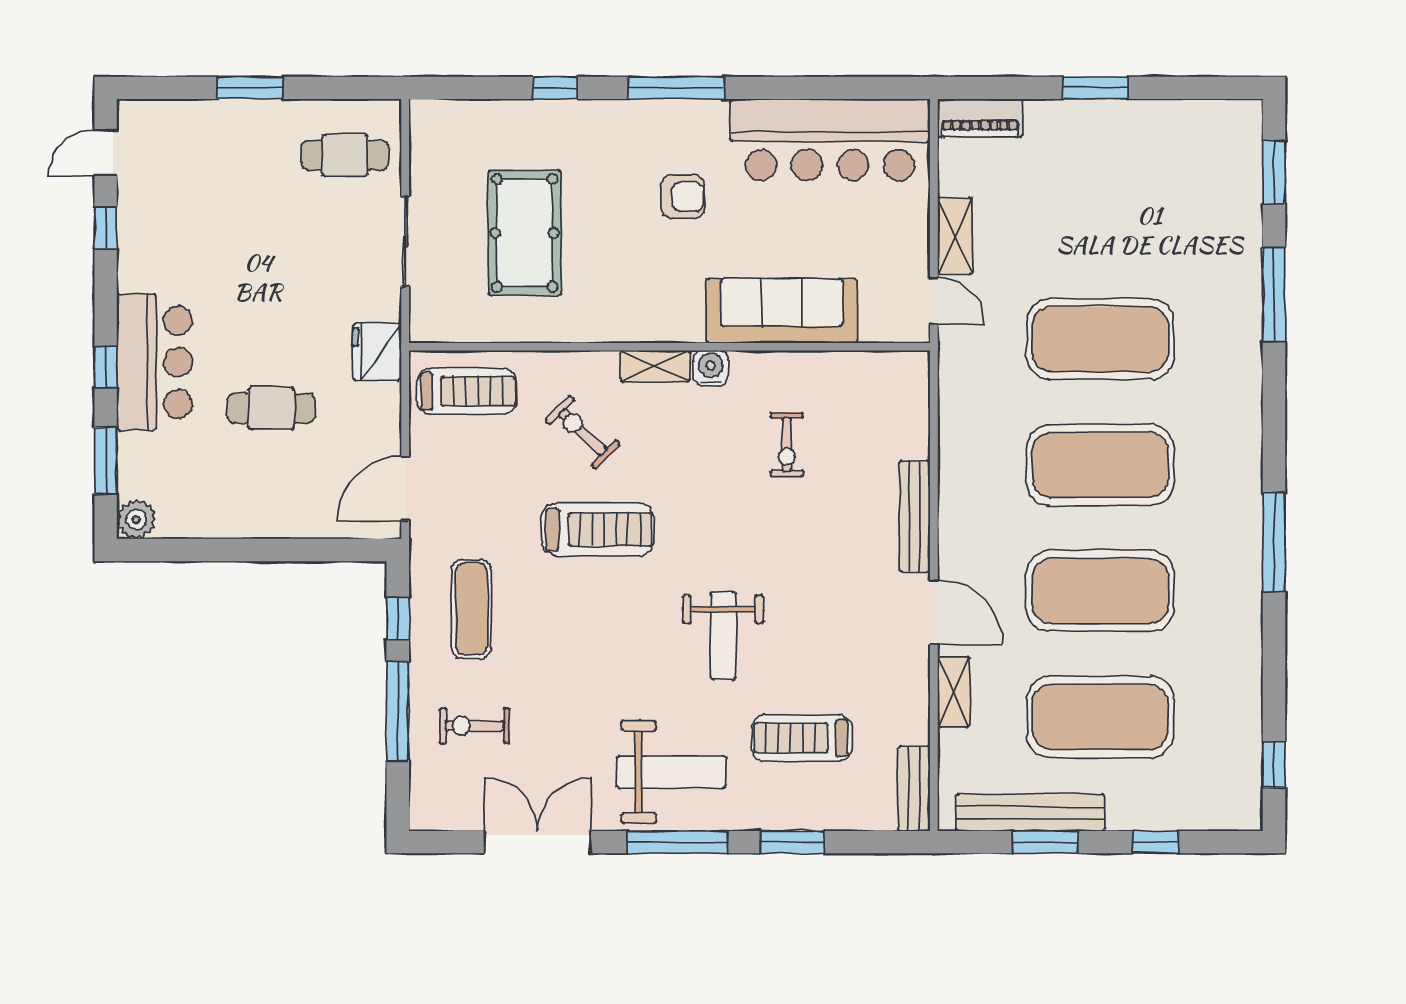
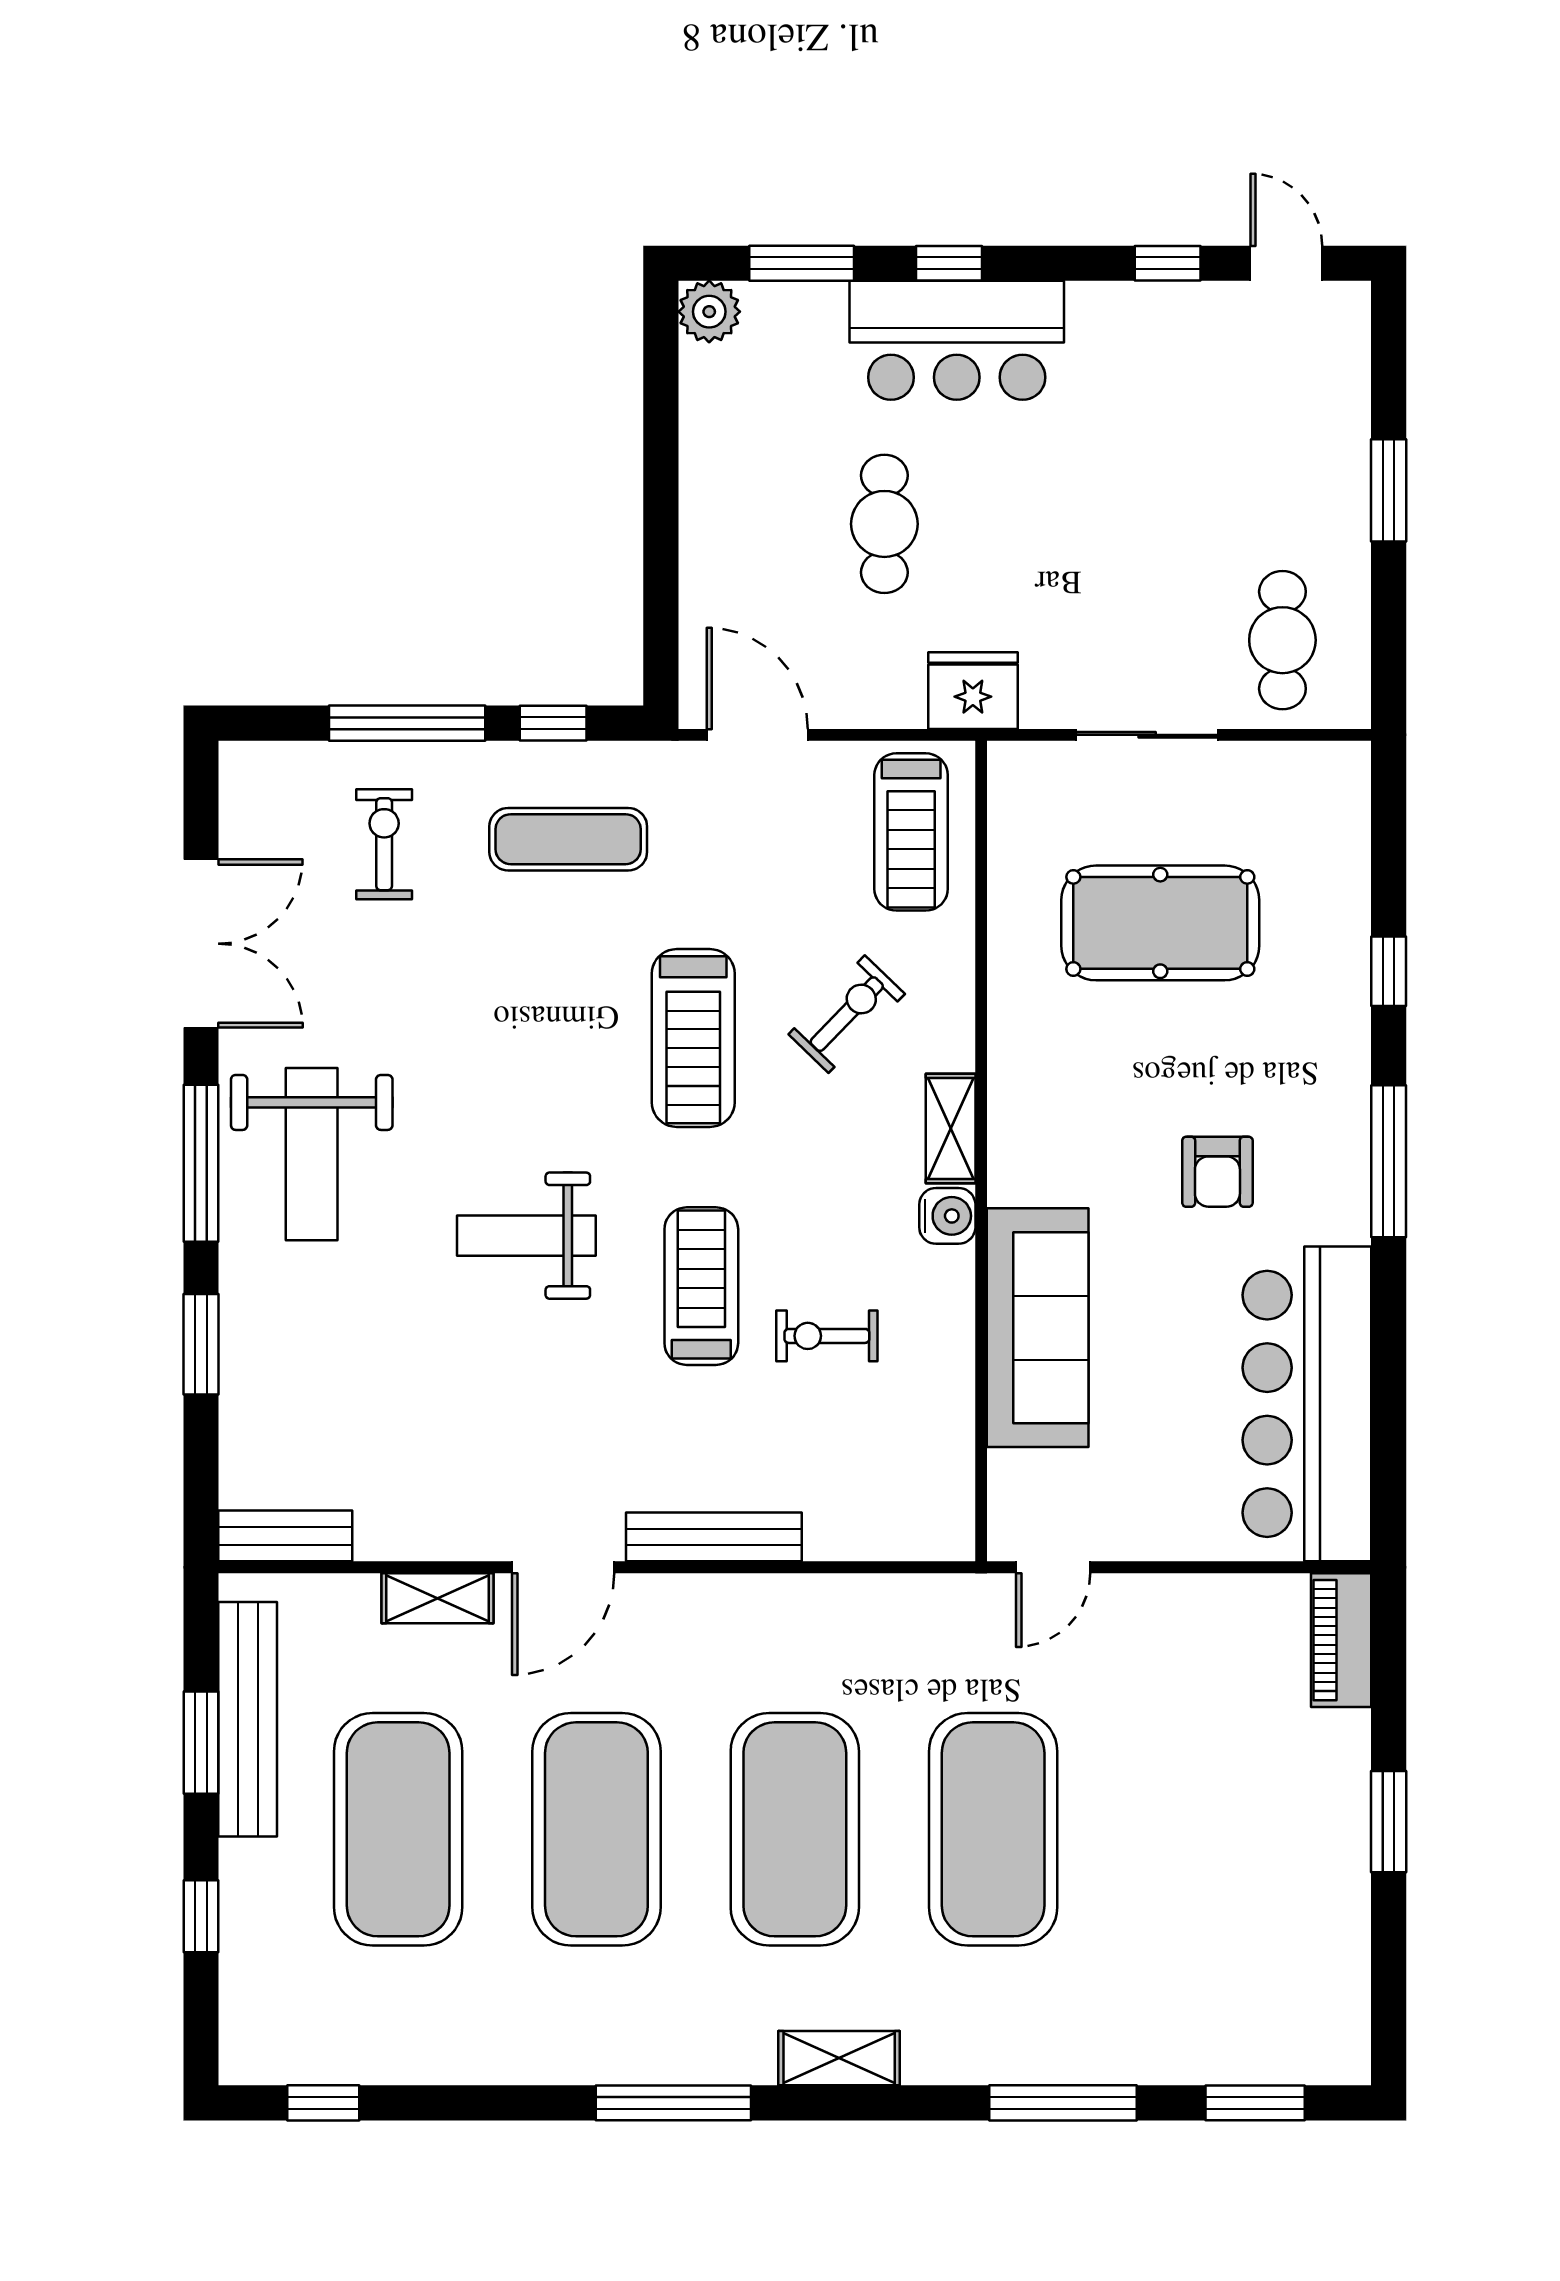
shelving: (955, 236) -> (839, 2058), moved
treadmill: (802, 738) -> (701, 1286), moved

